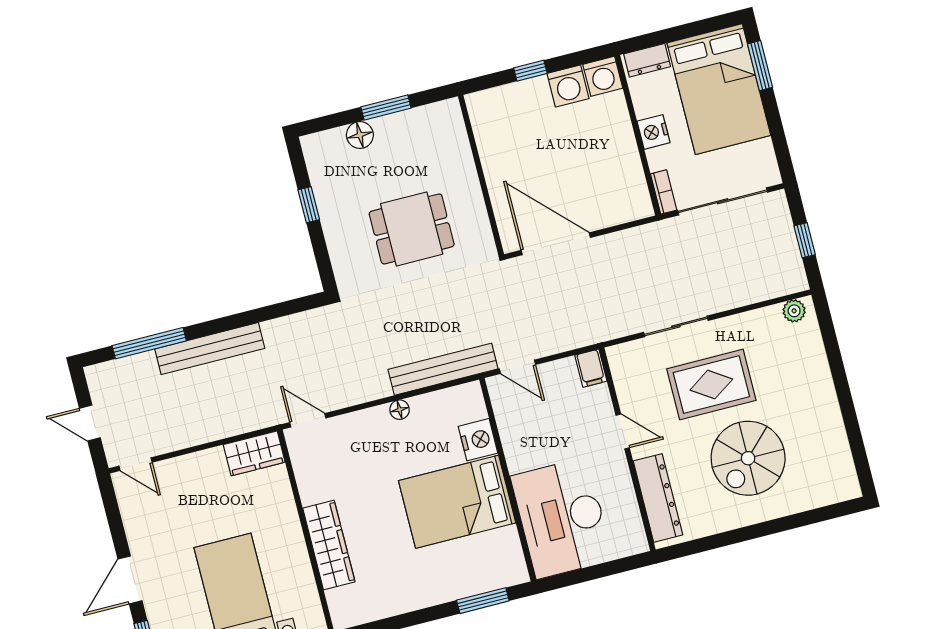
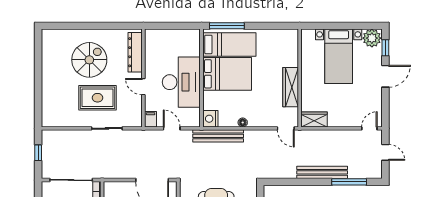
plant: (794, 311) -> (51, 122), removed
door: (517, 367) -> (172, 128), moved
nightstand: (478, 440) -> (210, 119), moved
door: (136, 464) -> (369, 128), hinge flipped
desk: (562, 518) -> (181, 82), moved
wardrobe: (329, 545) -> (291, 87), moved
bed: (468, 563) -> (229, 44), added
window: (483, 601) -> (227, 26), width x1.44

